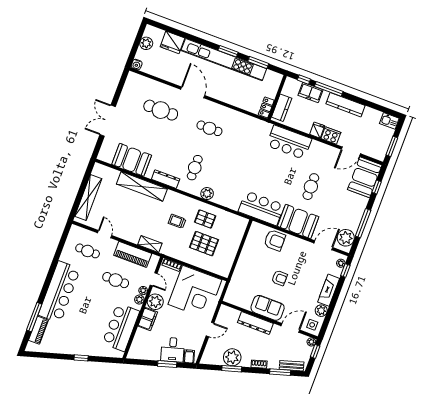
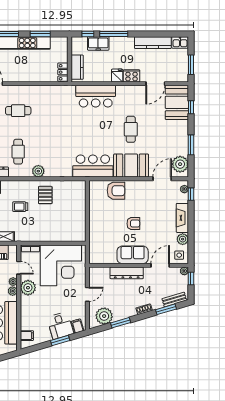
kitchen counter: (345, 105) -> (153, 43), moved
pallet: (205, 219) -> (45, 195), turned 90
window: (363, 223) -> (191, 145), width x0.69
pallet: (204, 244) -> (53, 218), removed
filing cabinet: (148, 319) -> (27, 336), moved, width x0.50
plant: (232, 357) -> (104, 316), moved

